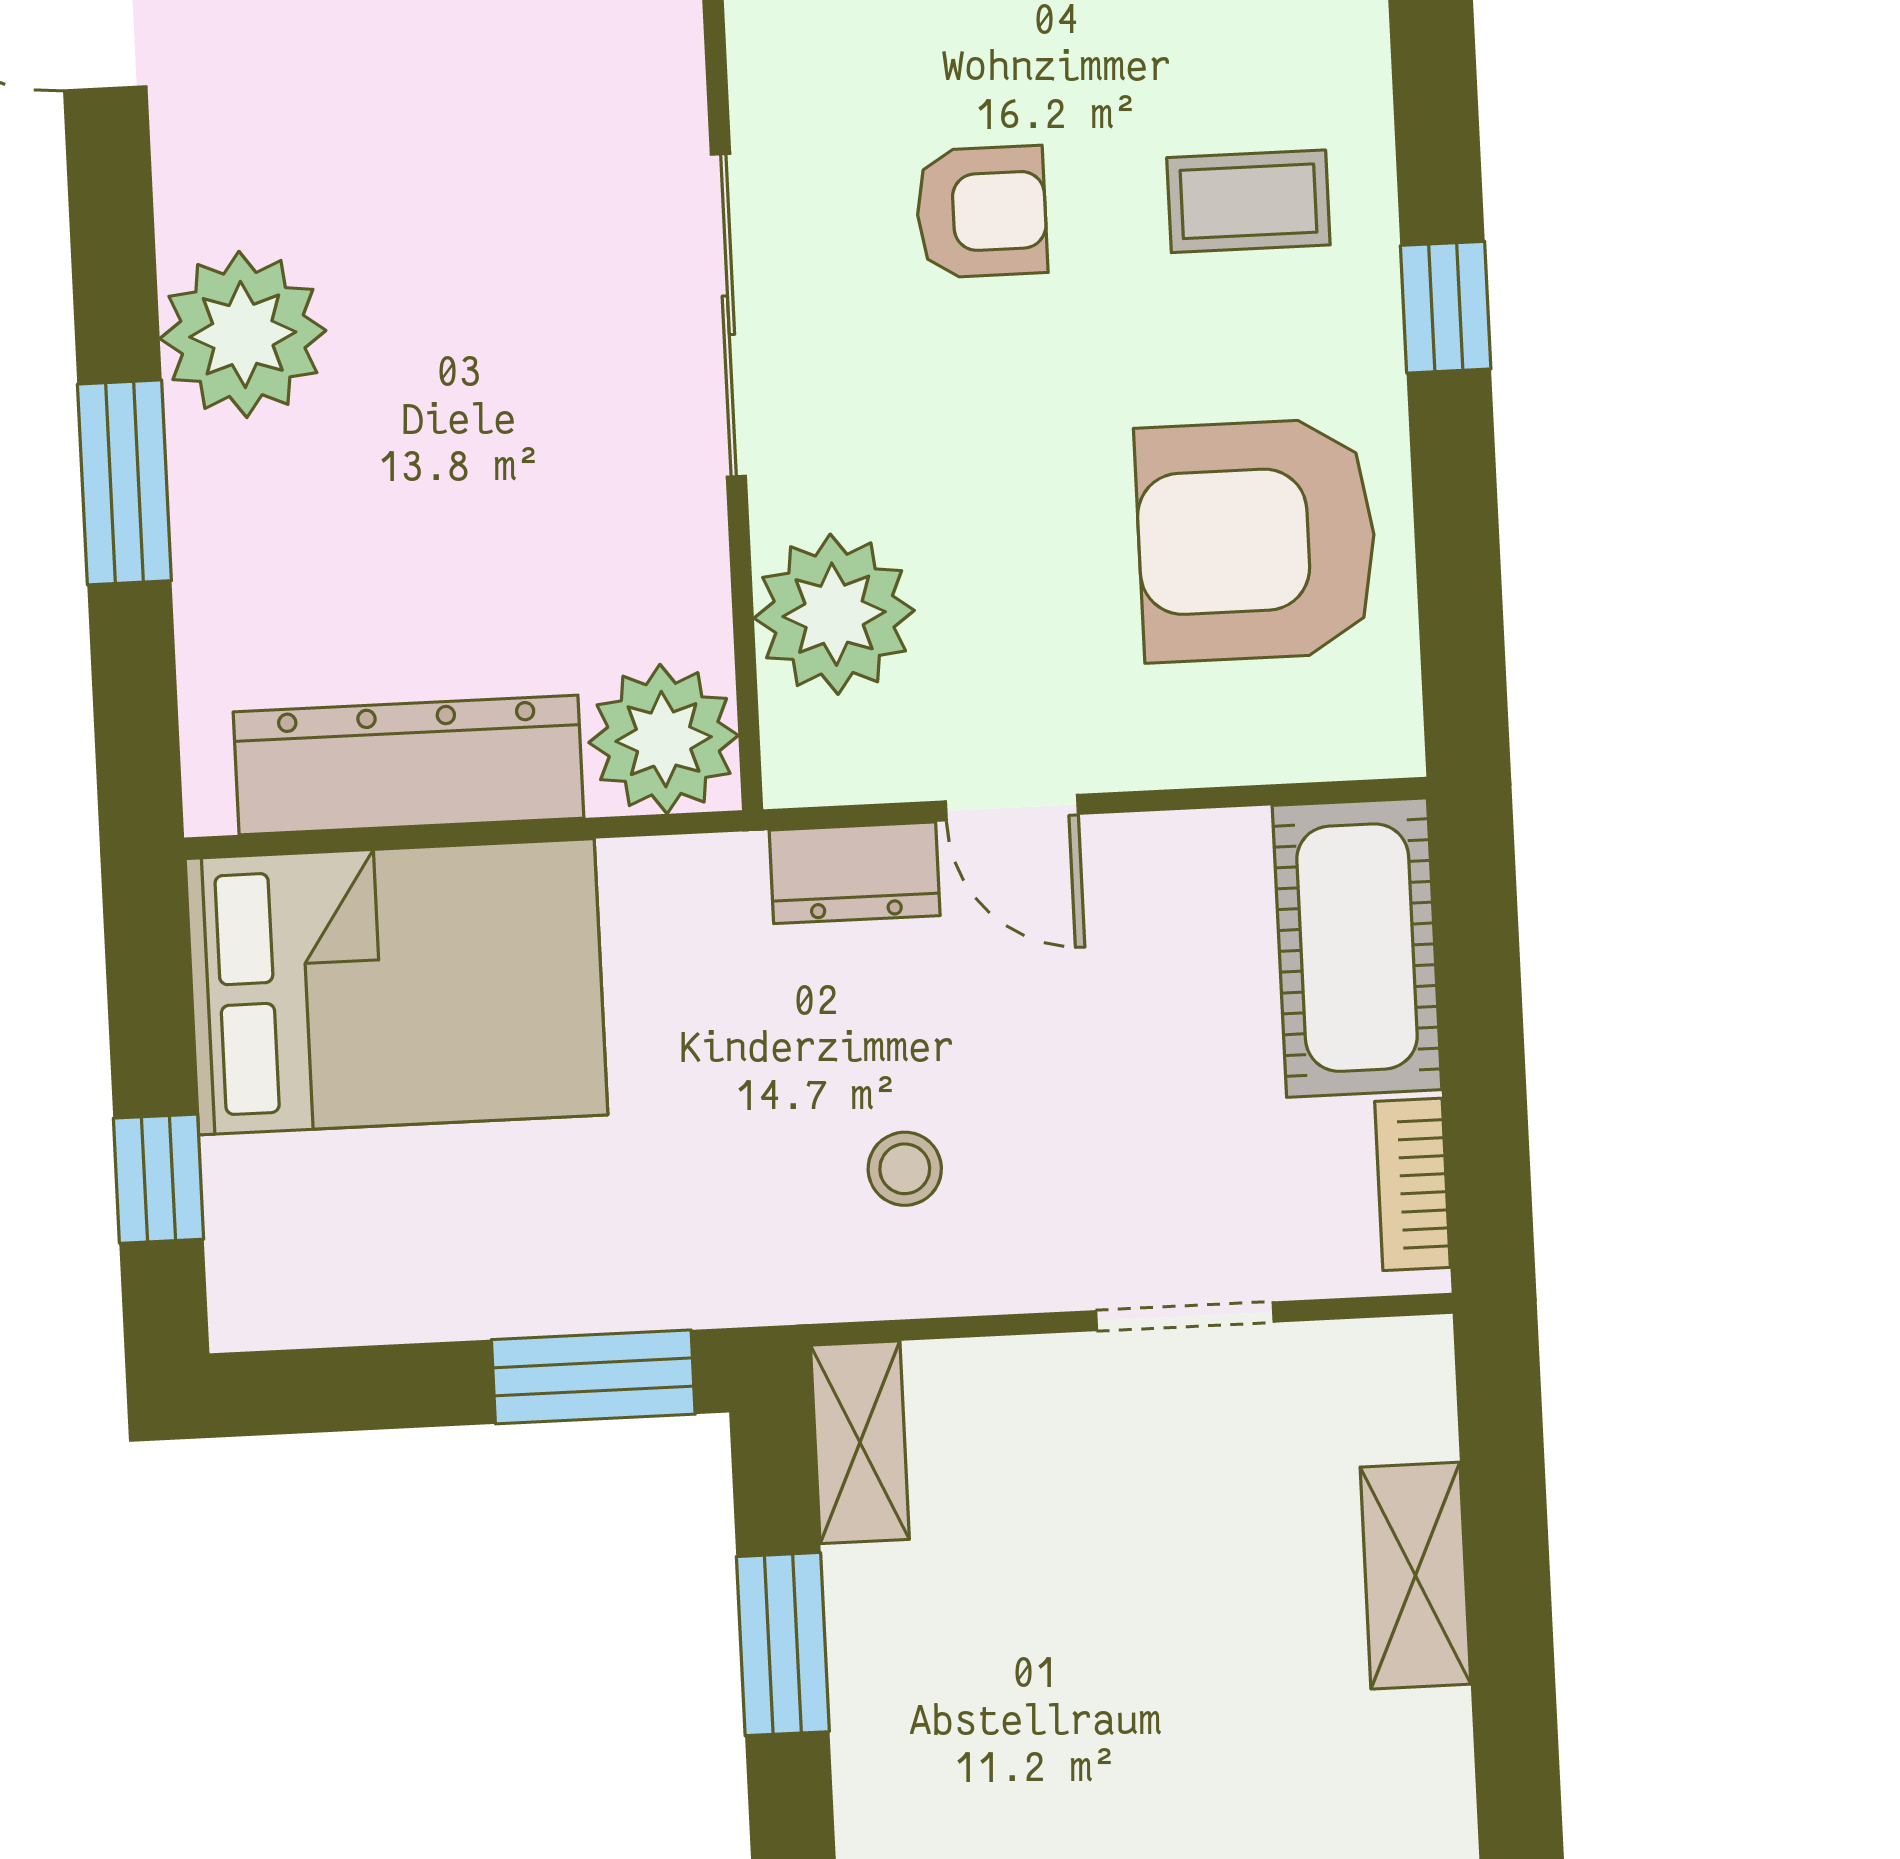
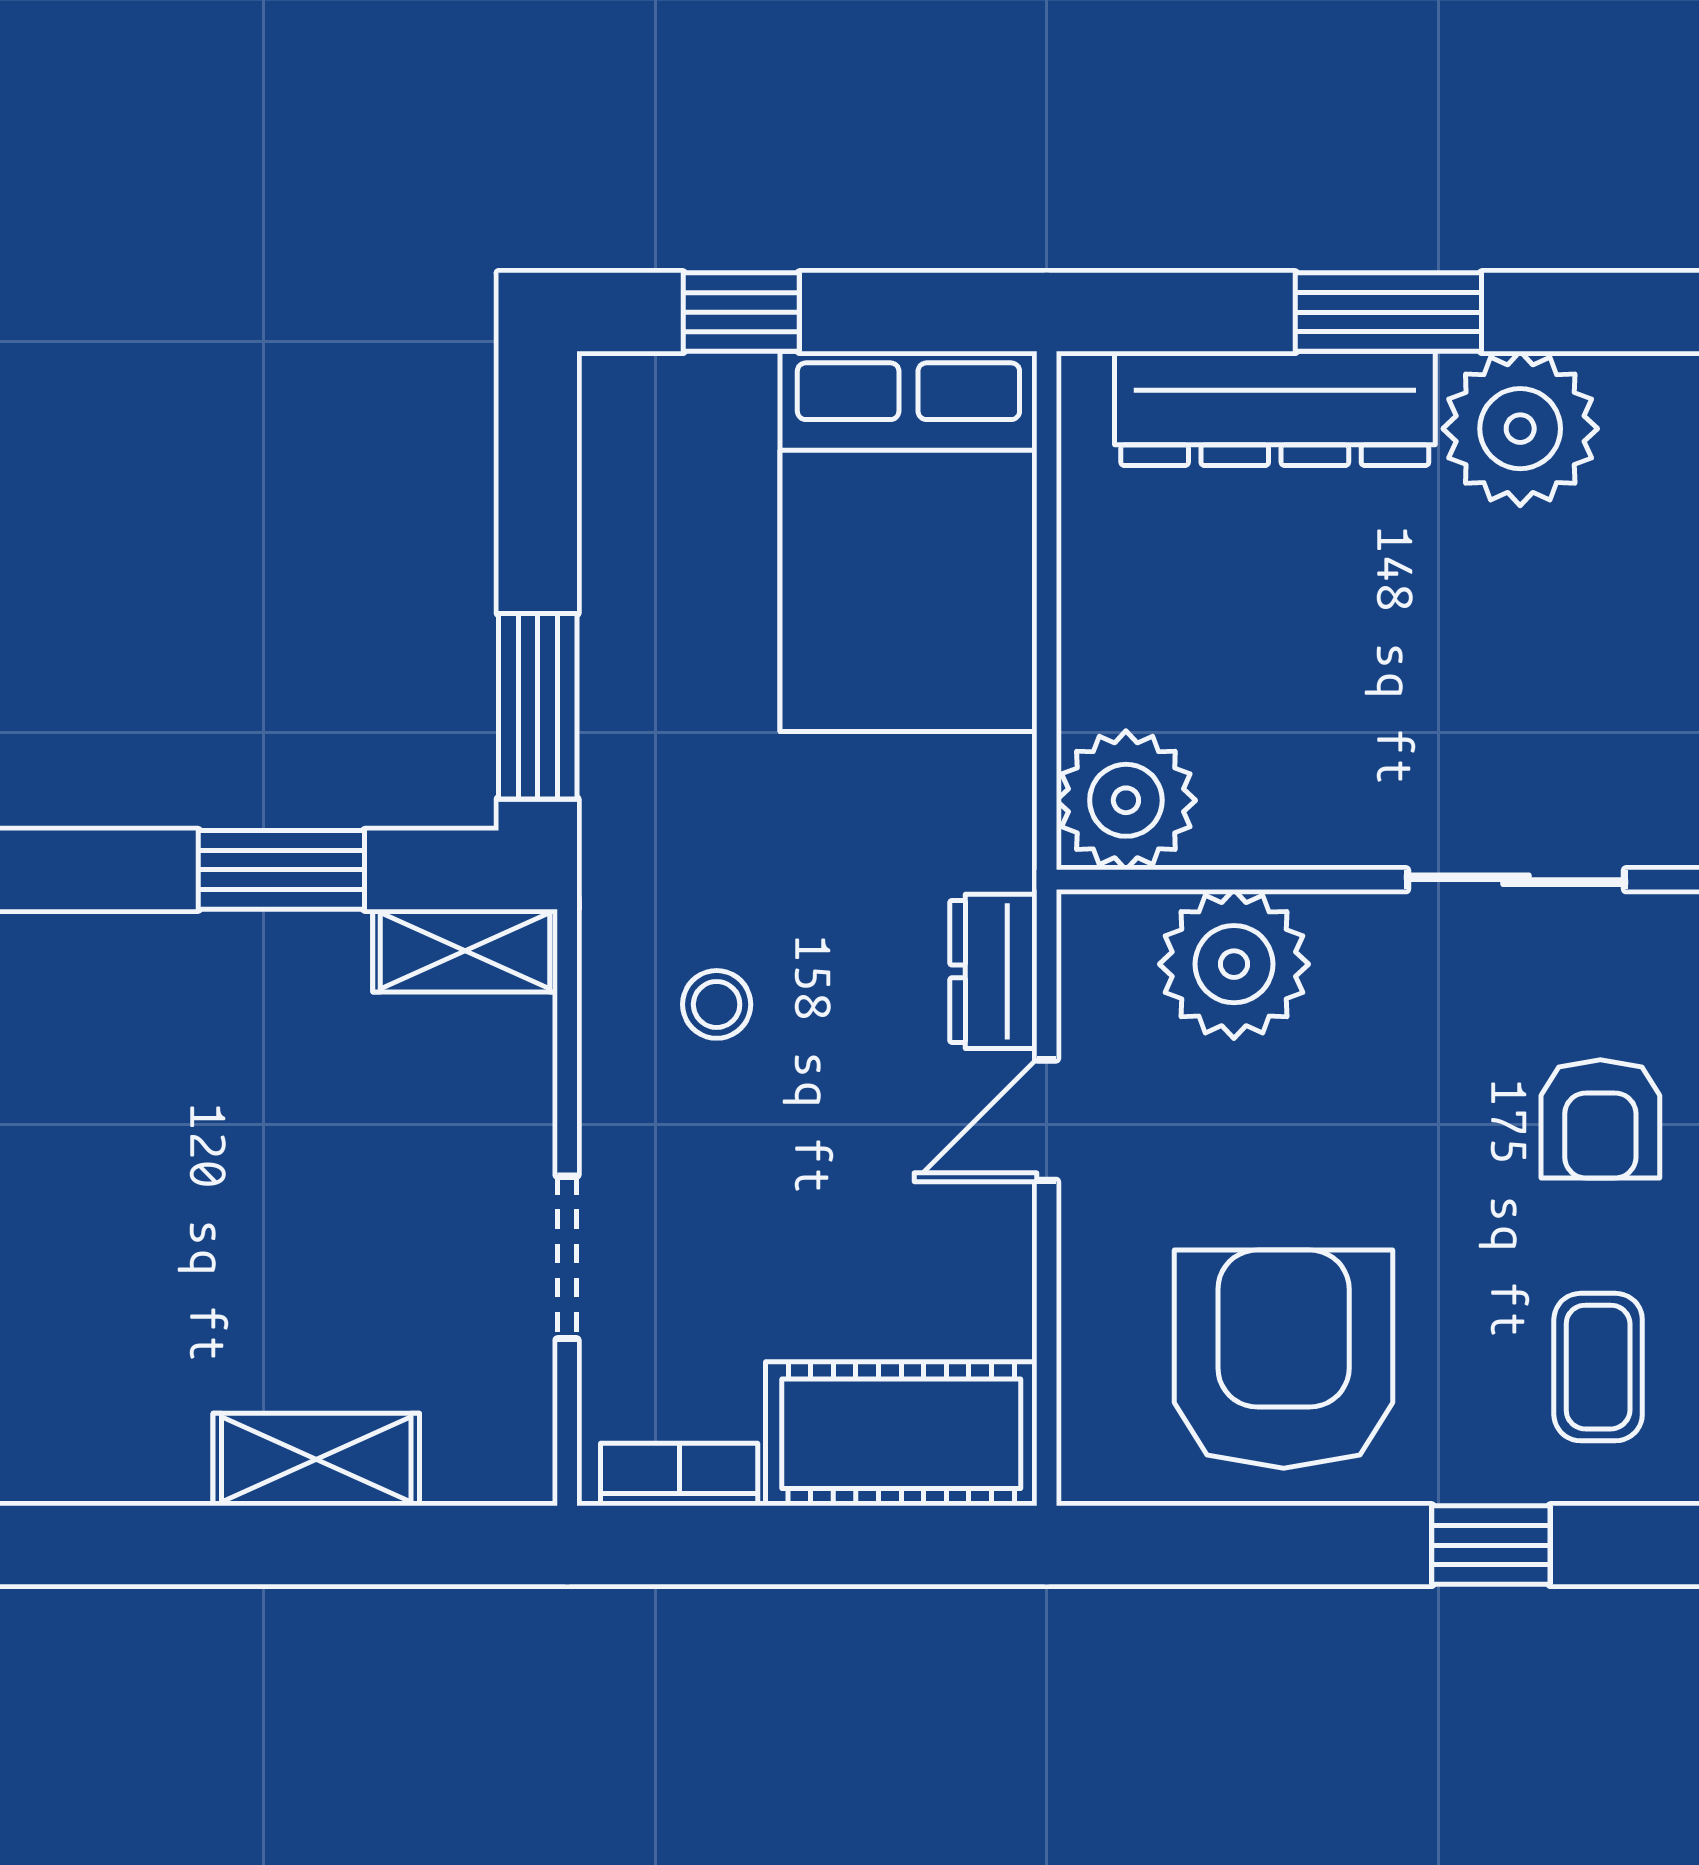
sliding door: (728, 315) -> (1516, 880), width x0.73
dresser: (409, 765) -> (1275, 408), moved, turned 90

